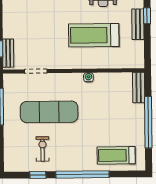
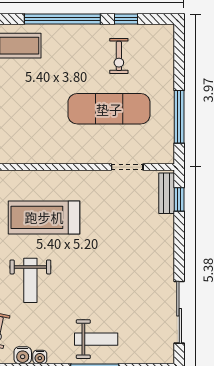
treadmill: (94, 35) -> (44, 217), turned 180
water cooler: (88, 77) -> (52, 157), removed

